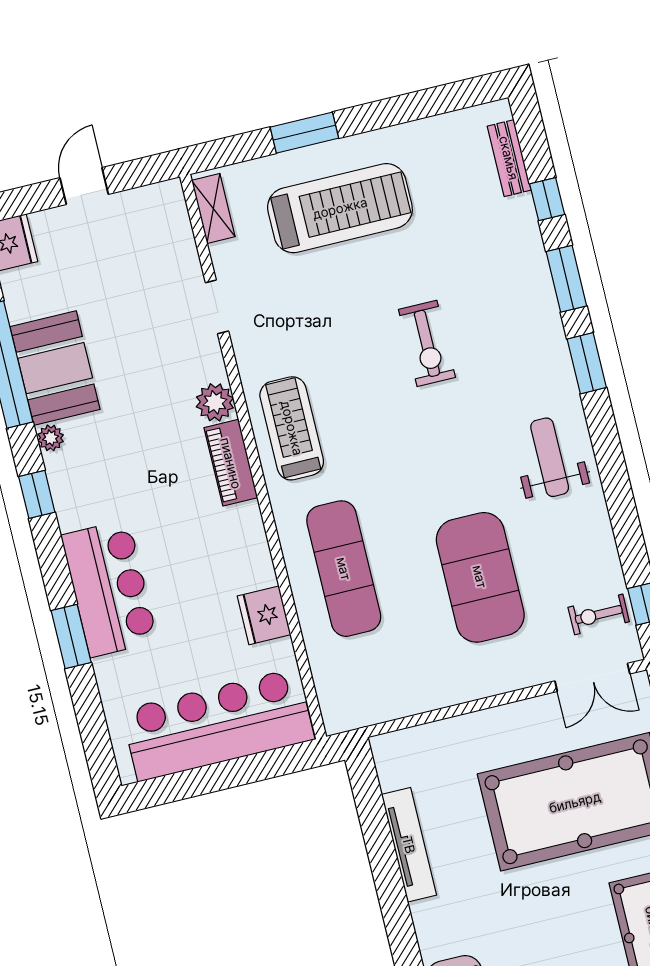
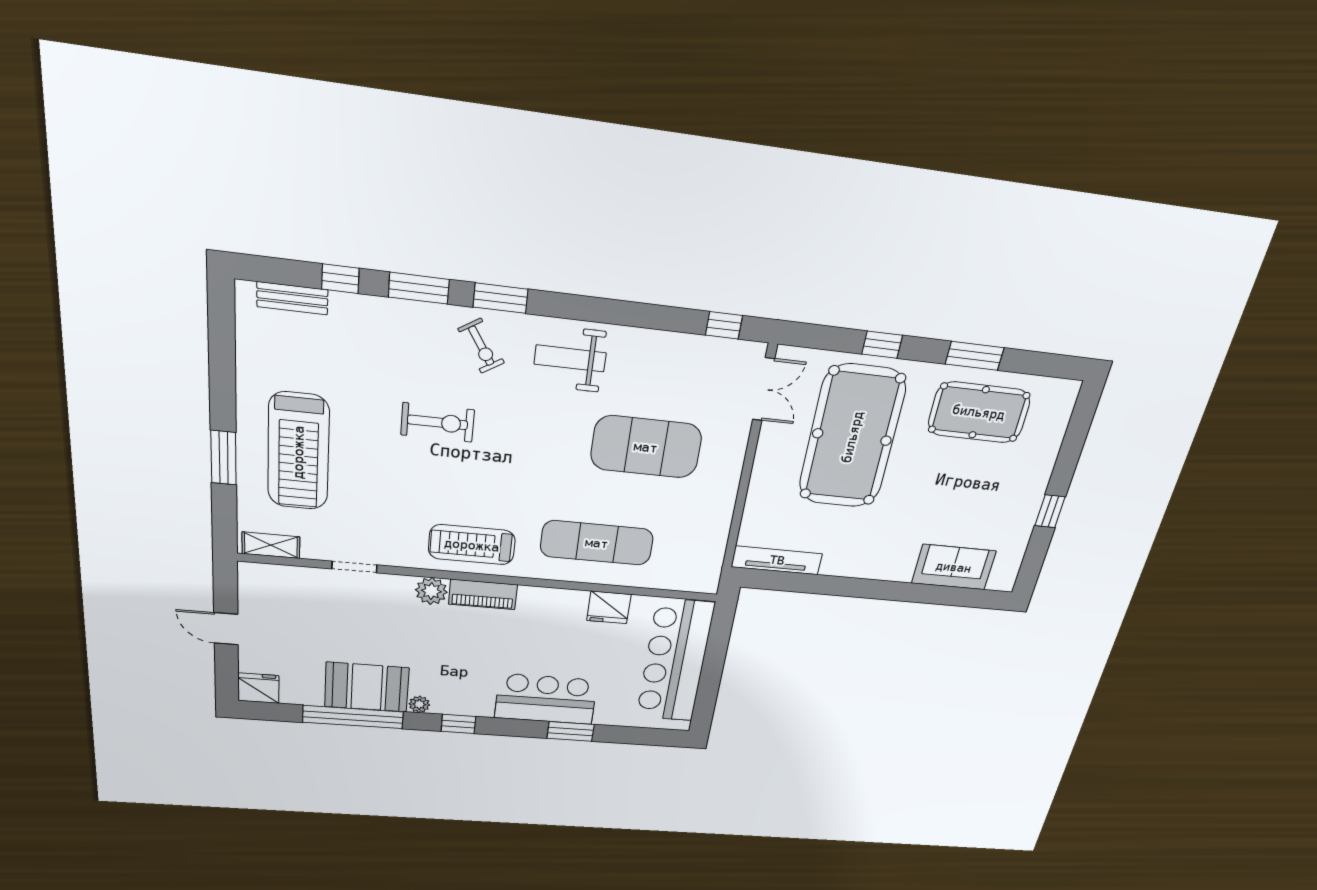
treadmill: (340, 208) -> (298, 452), turned 180
exercise bike: (599, 614) -> (481, 346), moved, turned -32
tv unit: (409, 845) -> (777, 560), moved

